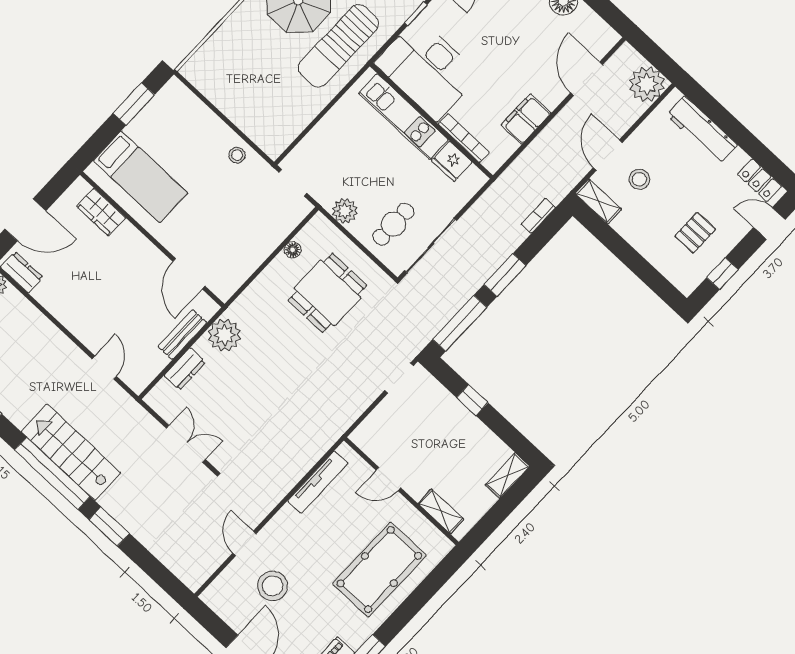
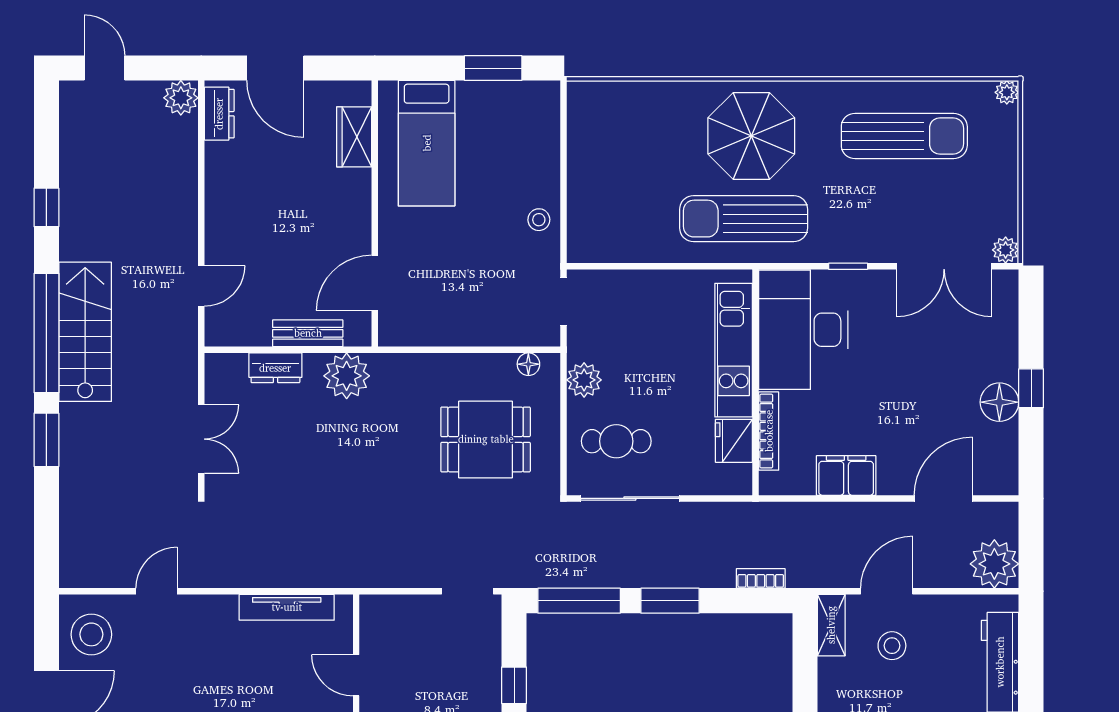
floor lamp: (293, 250) -> (528, 364), moved
stool: (273, 586) -> (91, 634), moved

